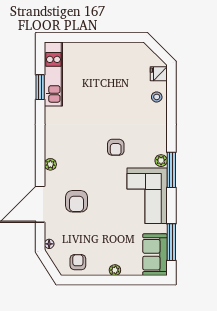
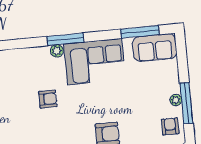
armchair: (78, 262) -> (170, 126), turned 90
plant: (115, 270) -> (176, 100), moved
window: (99, 280) -> (186, 103), added

